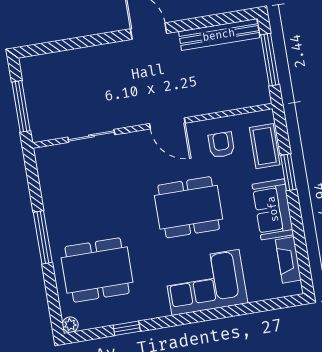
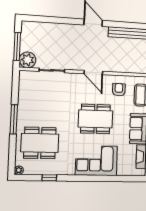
plant: (44, 126) -> (28, 60), added

